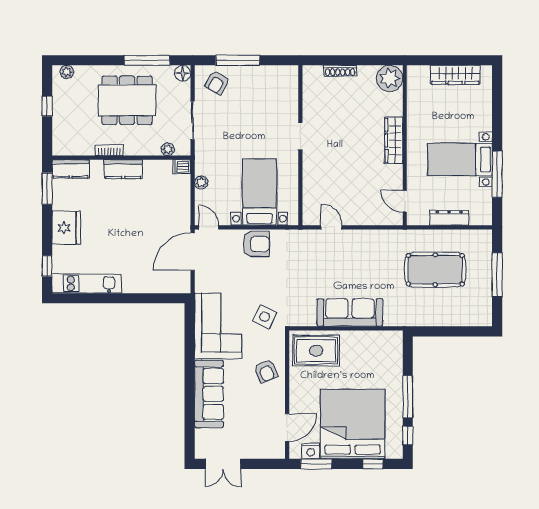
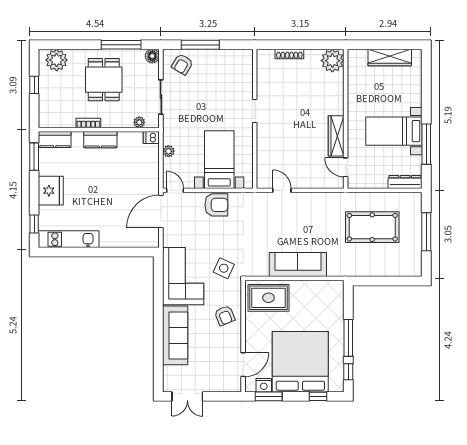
plant: (67, 72) -> (57, 60), width x1.88, depth x1.88
dining table: (127, 100) -> (104, 80), width x0.73
wardrobe: (394, 140) -> (336, 136), moved
dresser: (449, 218) -> (405, 182), moved

